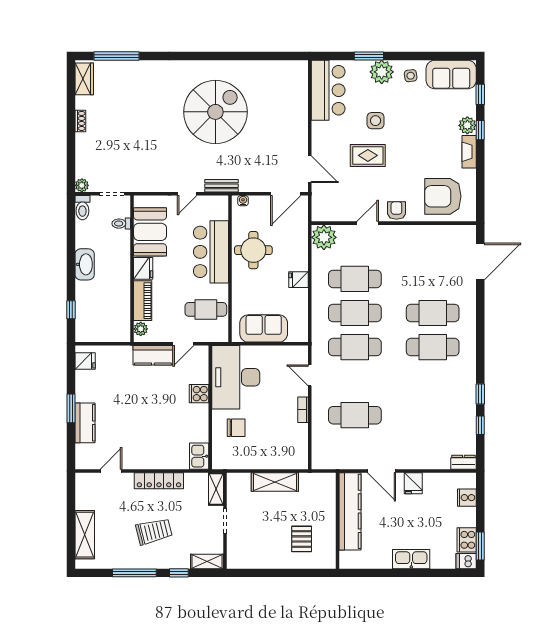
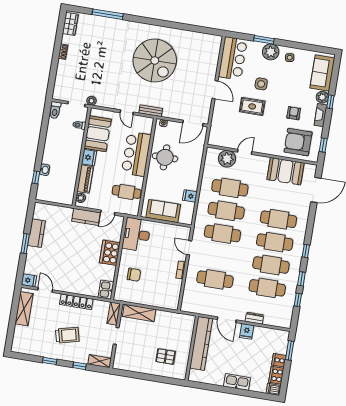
window: (117, 56) -> (108, 14), moved
sofa: (451, 74) -> (322, 73), moved, turned 90
window: (480, 94) -> (323, 145), moved
spiral stairs: (215, 112) -> (155, 61), turned 90
door: (310, 169) -> (215, 90), moved
plant: (82, 185) -> (91, 101), moved
door: (187, 194) -> (127, 112), hinge flipped
armchair: (396, 210) -> (294, 113), moved
plant: (324, 237) -> (227, 159), moved
booth: (431, 242) -> (285, 171), added
washbasin: (85, 264) -> (45, 170), moved, width x0.52, depth x0.69
fridge: (299, 280) -> (190, 196), moved
window: (480, 352) -> (306, 251), added
fridge: (85, 361) -> (29, 280), moved
desk: (236, 377) -> (136, 234), width x0.73, depth x0.77
cafe table: (433, 381) -> (271, 265), added
cooker: (199, 394) -> (110, 253), width x1.87, depth x1.31
cafe table: (433, 415) -> (267, 288), added
kitchen counter: (85, 423) -> (37, 233), moved
dresser: (463, 462) -> (254, 318), moved
door: (111, 471) -> (45, 290), hinge flipped
shelving: (275, 482) -> (139, 313), moved
cooker: (467, 498) -> (279, 360), moved
shelving: (85, 535) -> (24, 309), moved
pallet: (302, 539) -> (166, 357), turned 90
window: (480, 546) -> (290, 350), moved
window: (134, 573) -> (50, 361), width x0.46

